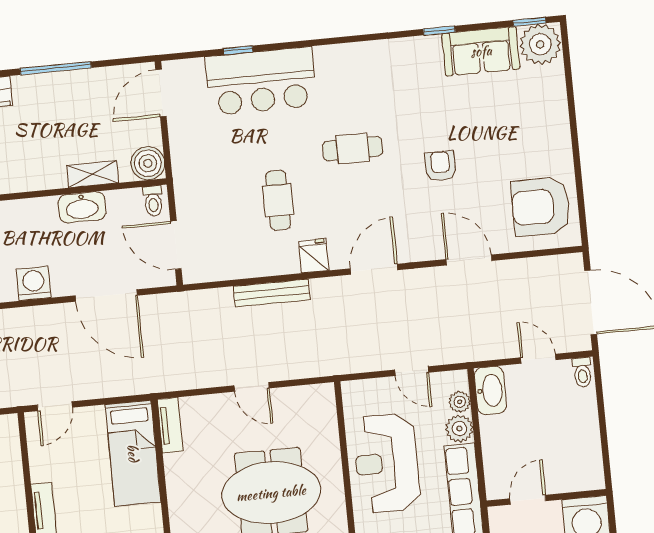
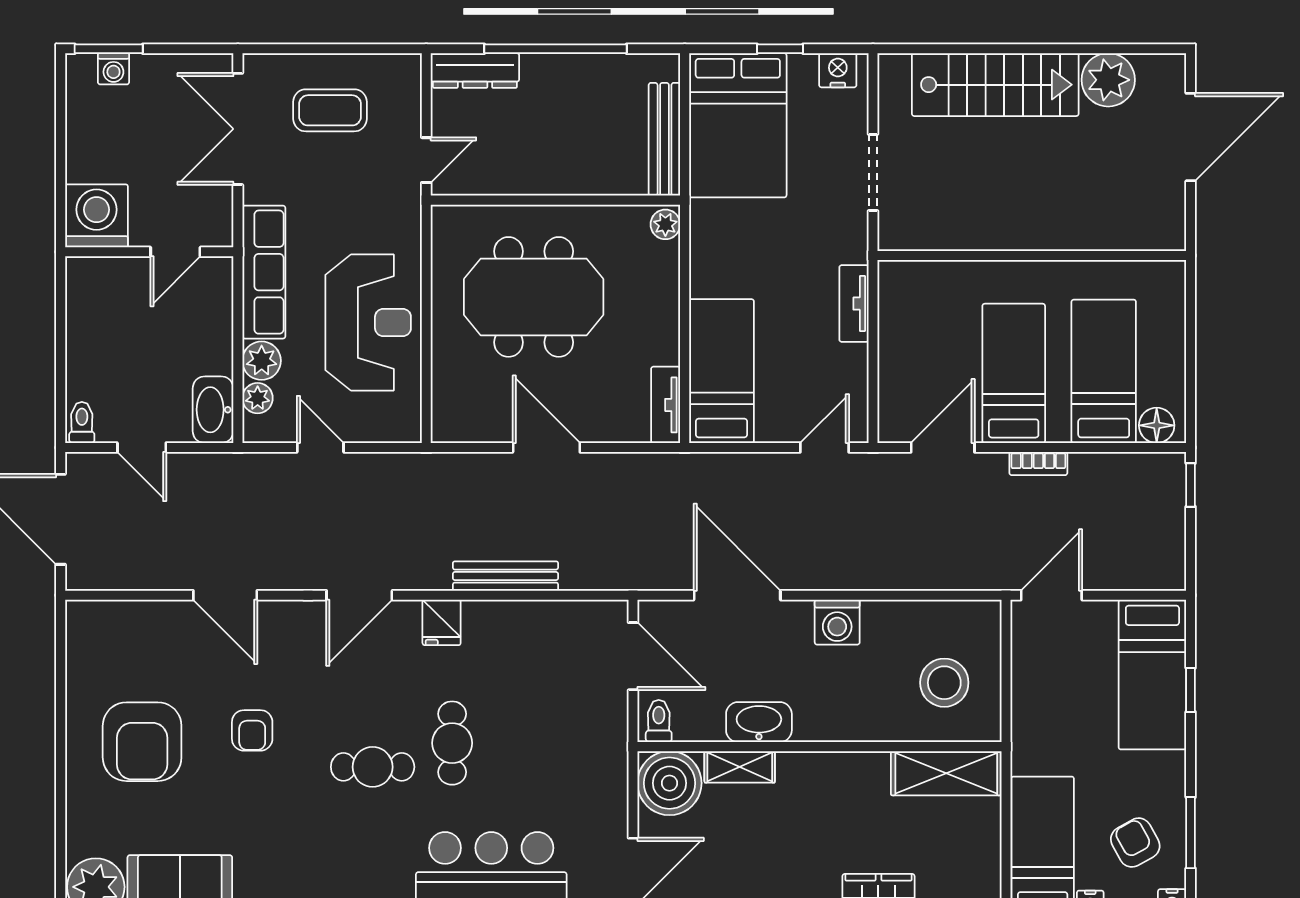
boiler: (148, 163) -> (669, 783), width x1.37, depth x1.37
cafe table: (278, 200) -> (452, 743), moved
armchair: (541, 207) -> (142, 742), moved, turned 90
door: (252, 387) -> (546, 448), width x1.38

